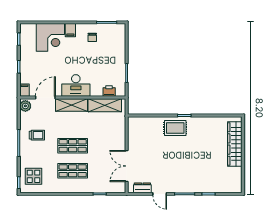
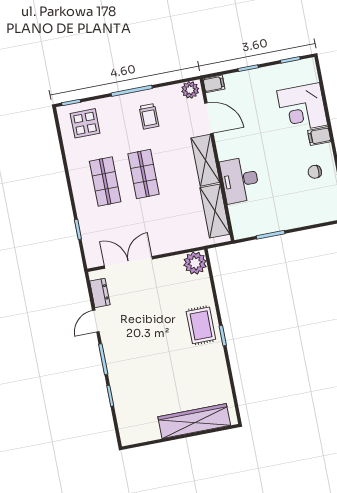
desk: (76, 86) -> (240, 180), moved
printer: (109, 91) -> (238, 213), removed
plant: (135, 124) -> (195, 263), added

